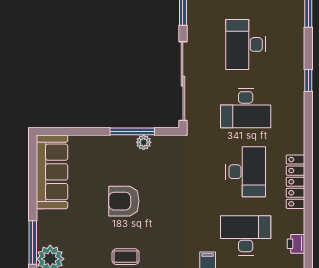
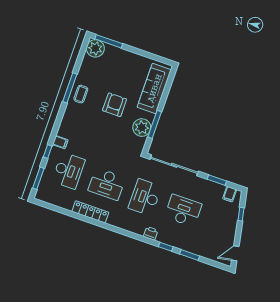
window: (308, 81) -> (166, 247), moved
plant: (144, 142) -> (142, 128), width x1.88, depth x1.88
sofa: (52, 172) -> (154, 88), moved, turned 90
printer: (296, 244) -> (151, 233), moved

